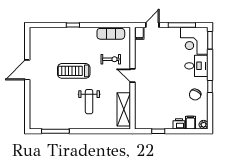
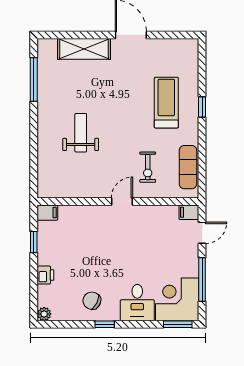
door: (152, 25) -> (202, 233), hinge flipped
treadmill: (74, 71) -> (166, 103), moved
weight bench: (89, 102) -> (81, 133), turned 90
shelving: (124, 109) -> (84, 49), moved
filing cabinet: (190, 123) -> (47, 213), moved

